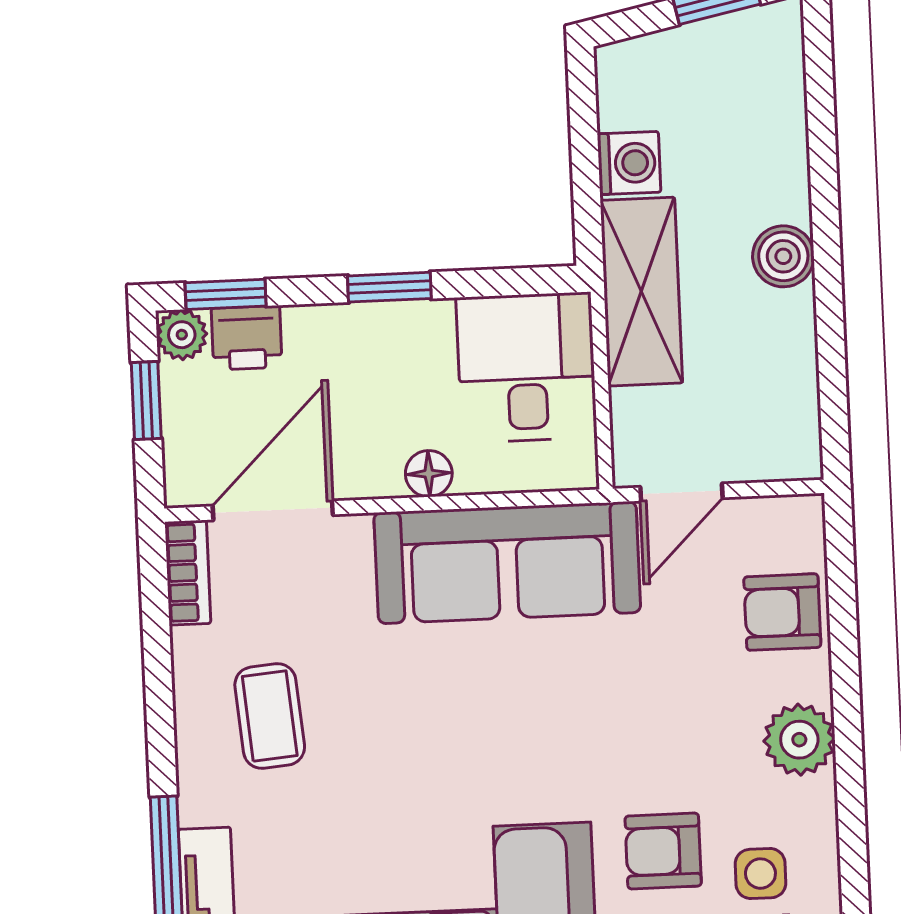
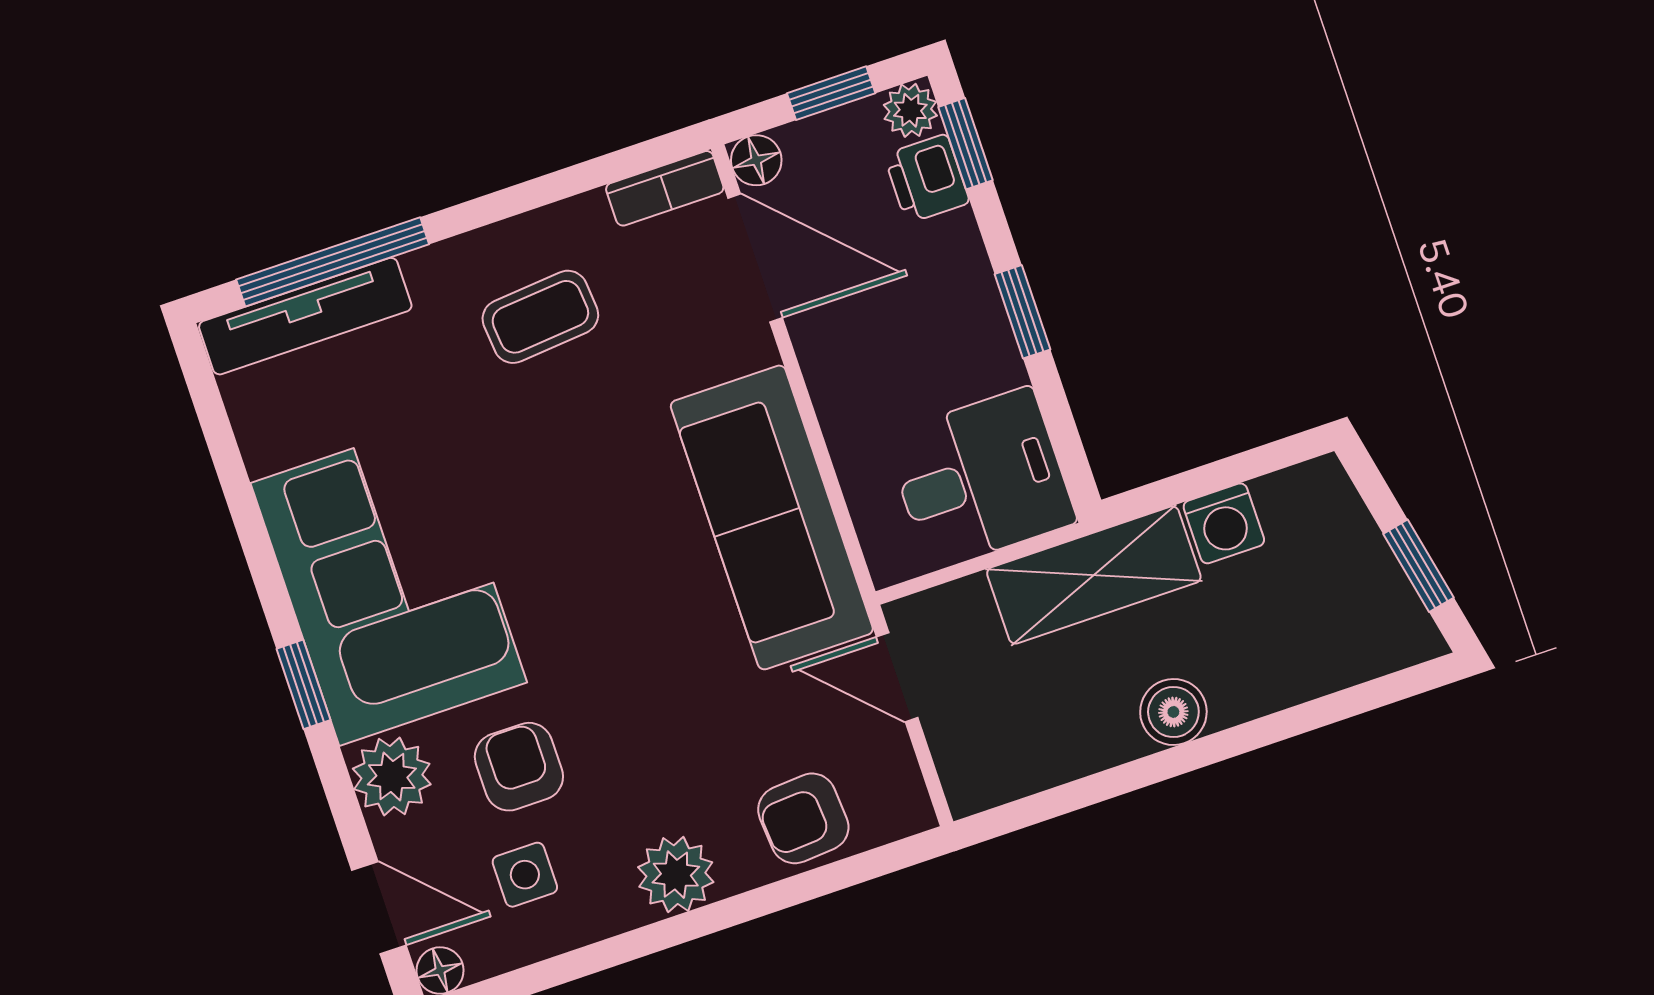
floor lamp: (429, 474) -> (756, 160), moved
armchair: (782, 612) -> (803, 818), turned -94

